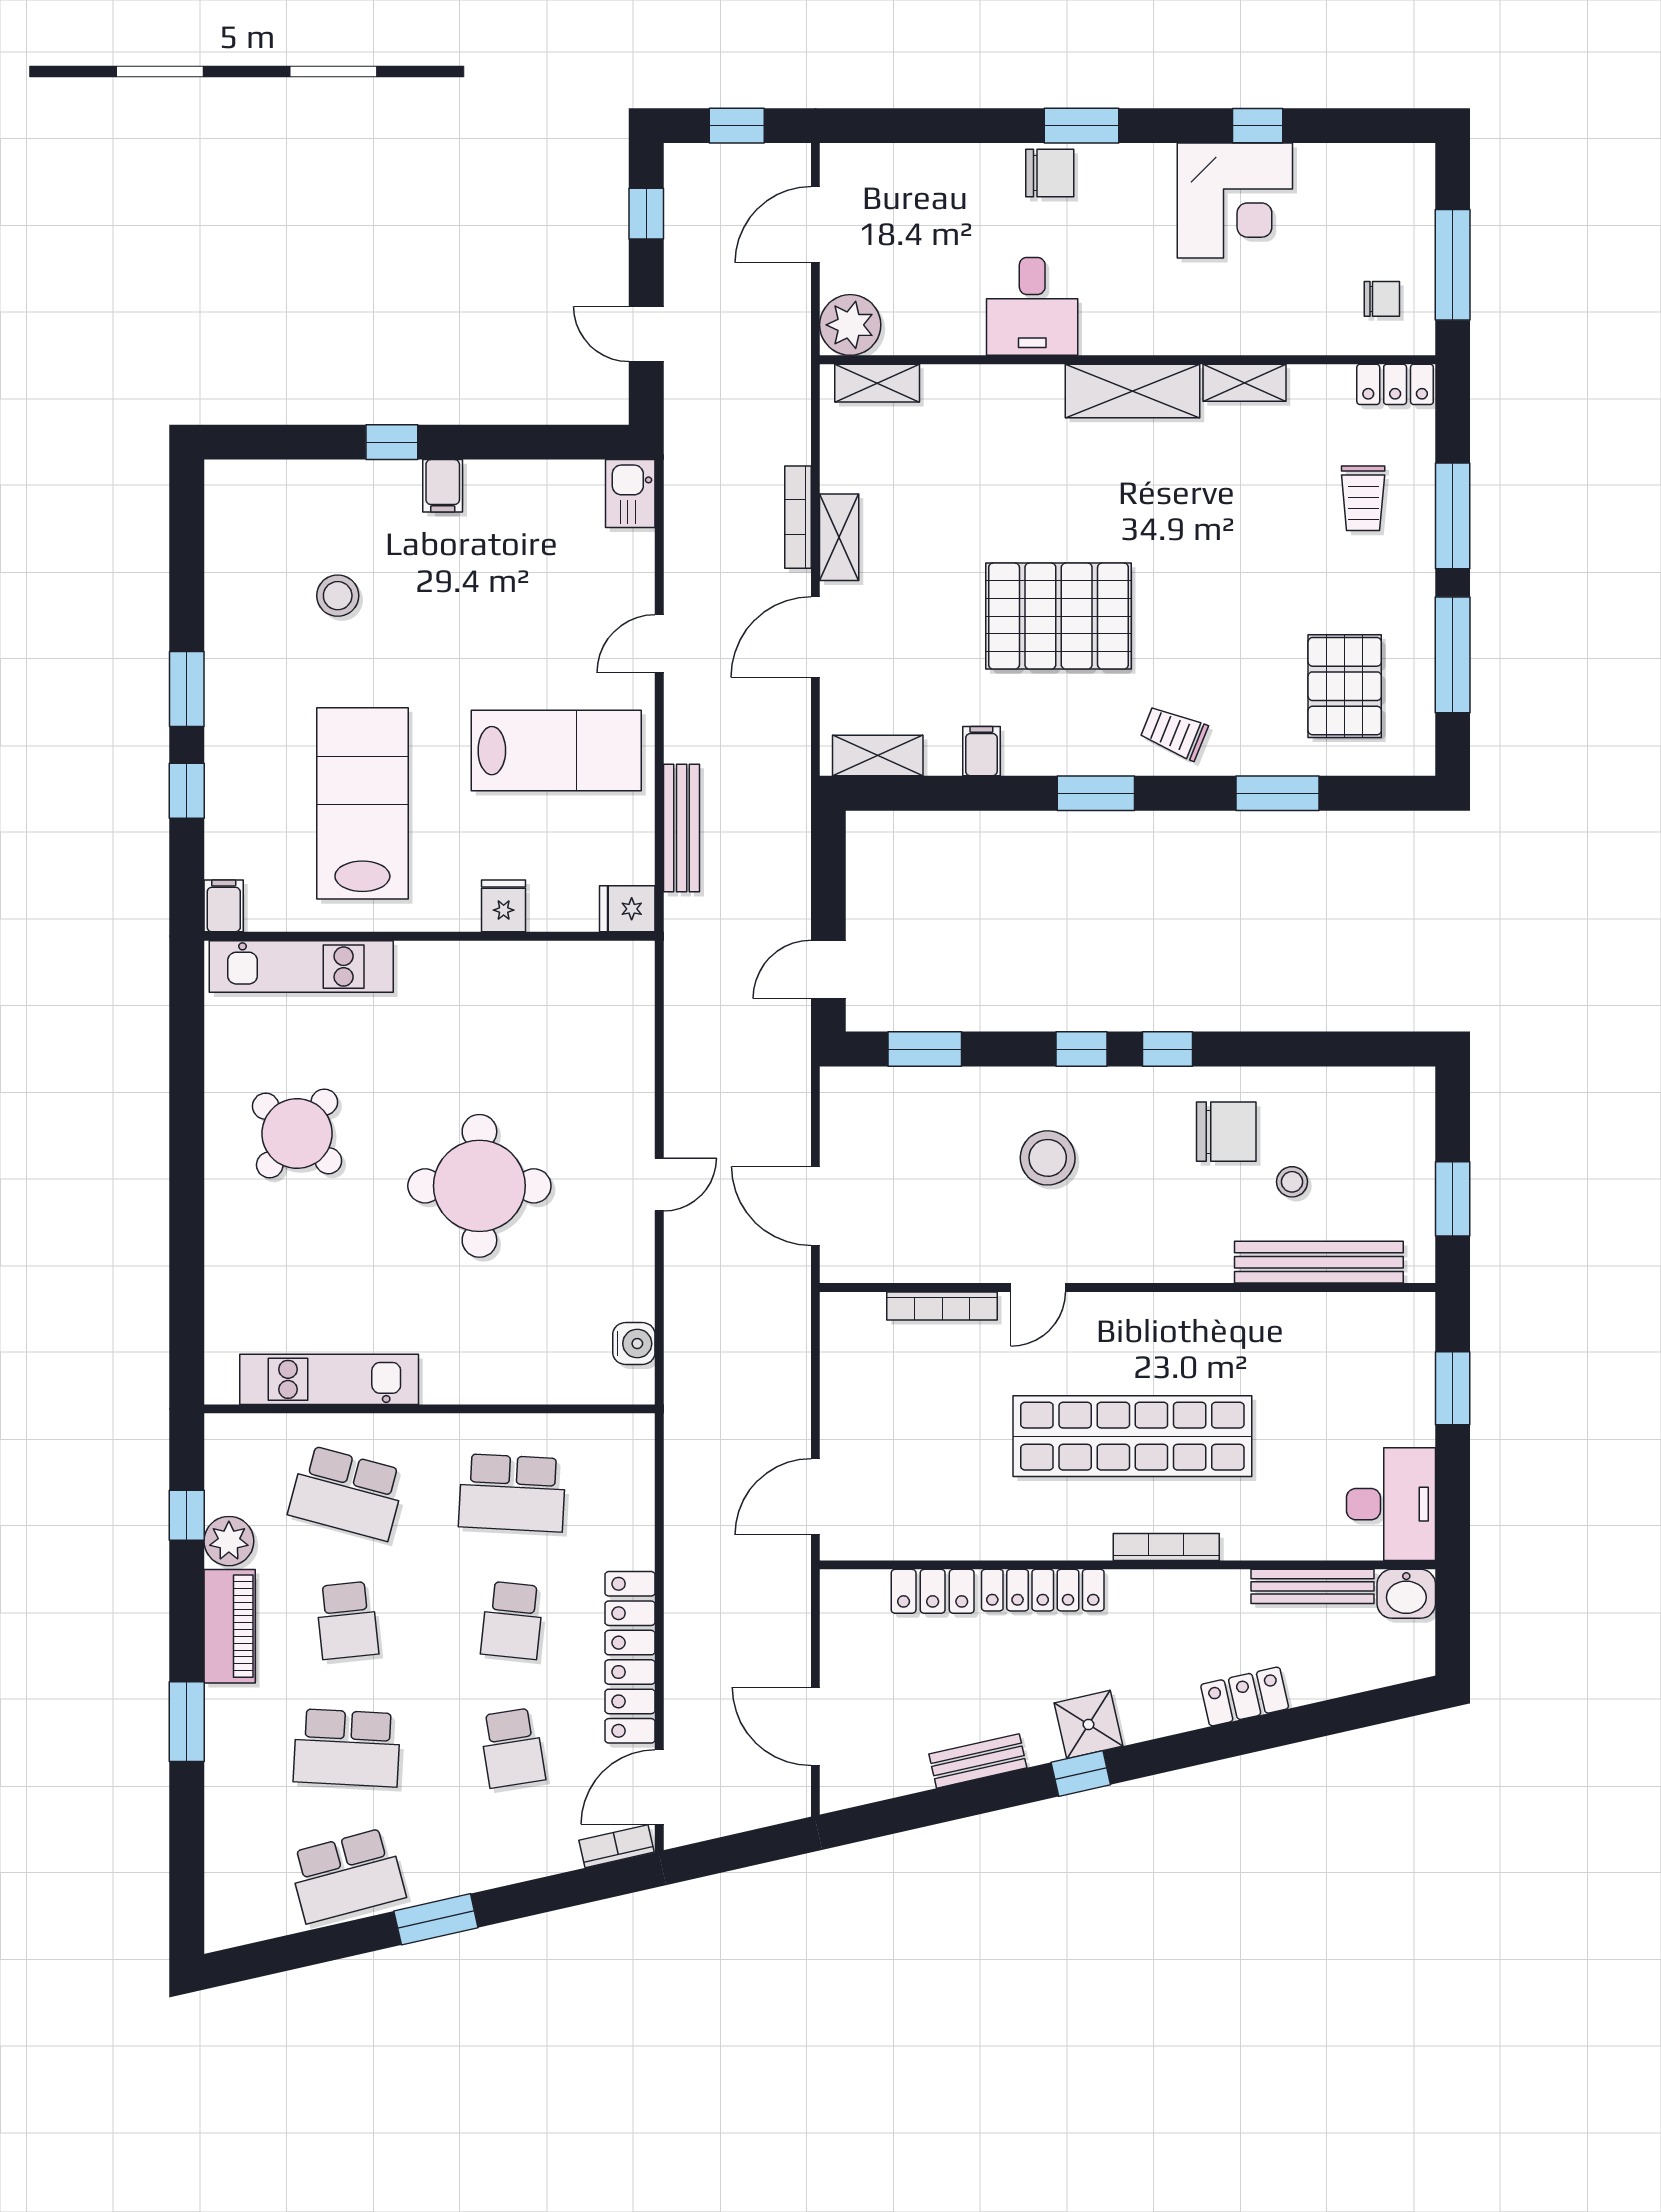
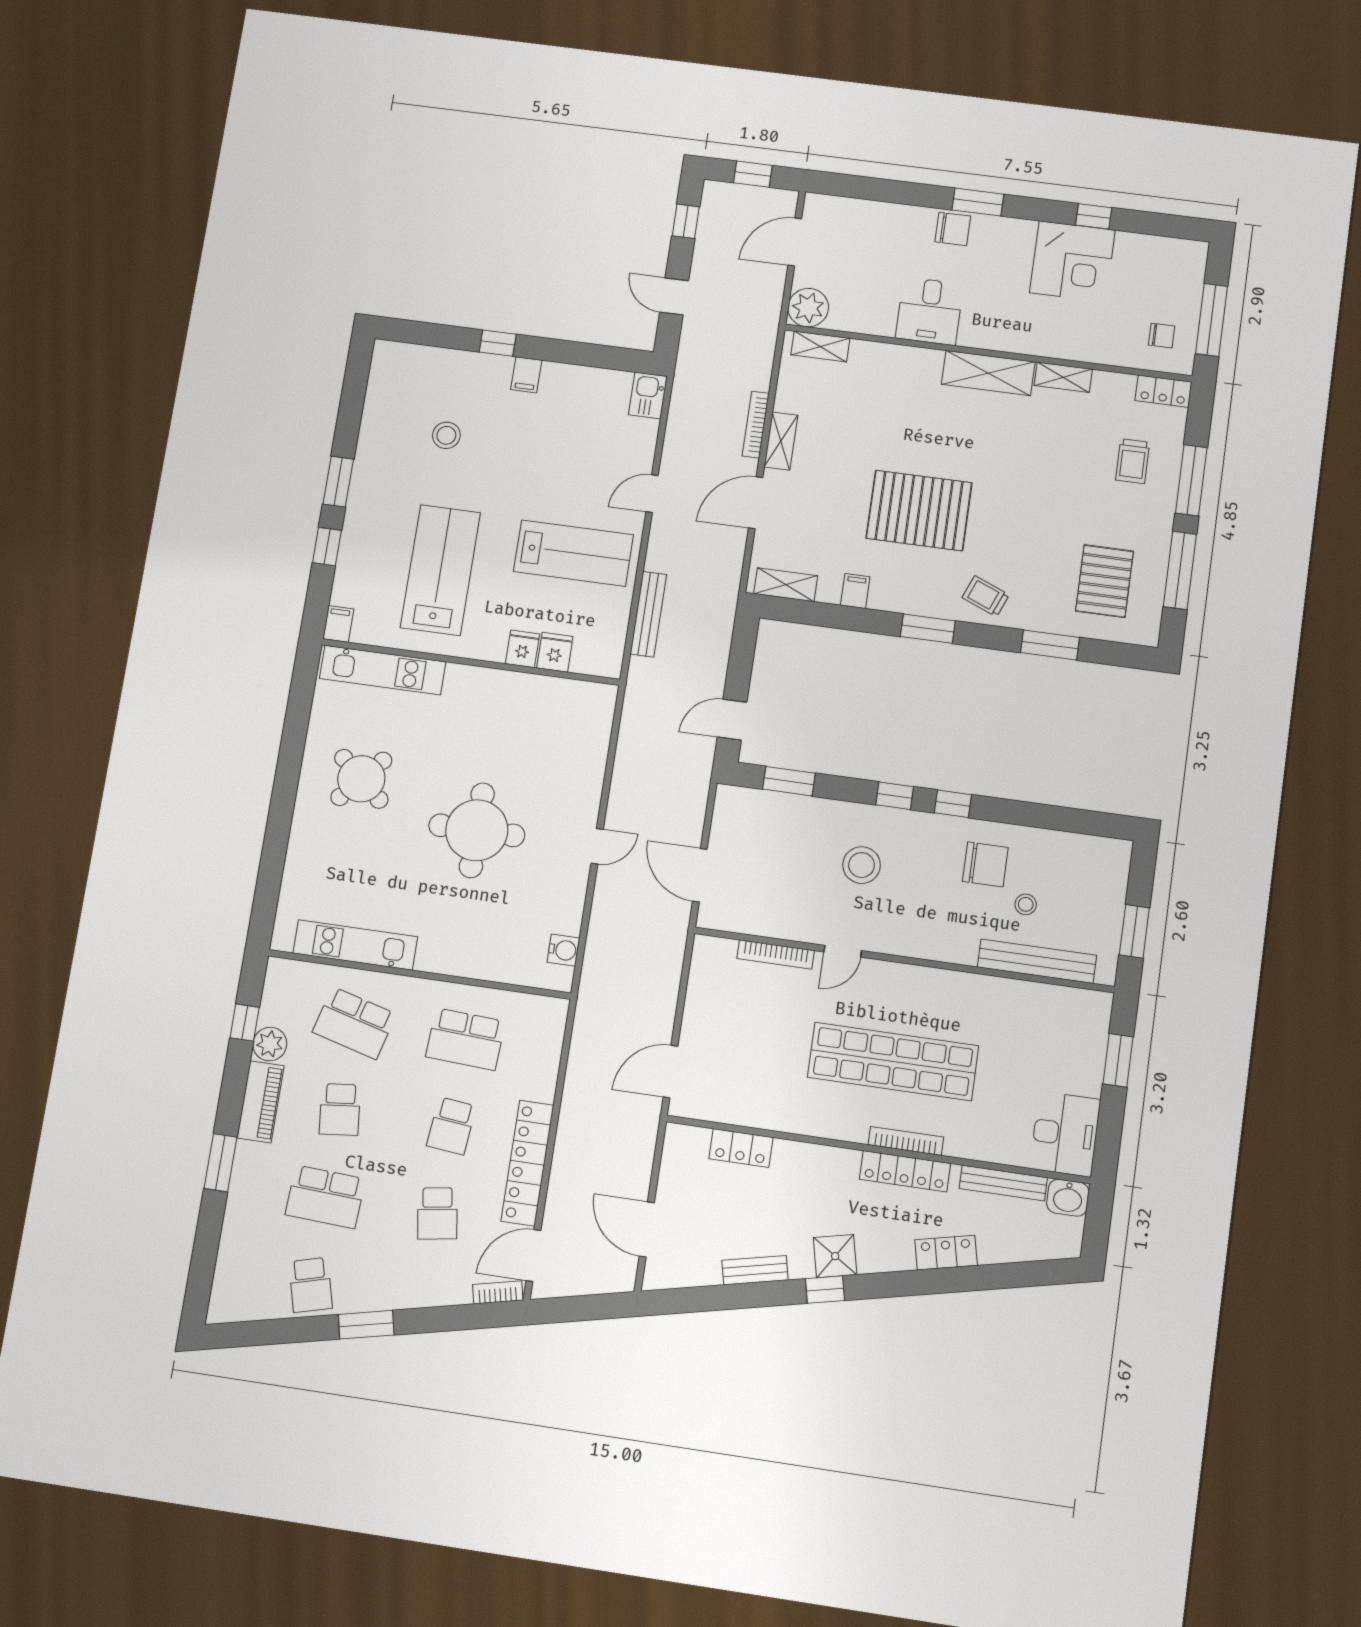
fridge: (627, 909) -> (555, 652), moved, turned 90
locker: (1043, 1590) -> (905, 1171), moved
school desk: (347, 1875) -> (311, 1285), width x0.54

